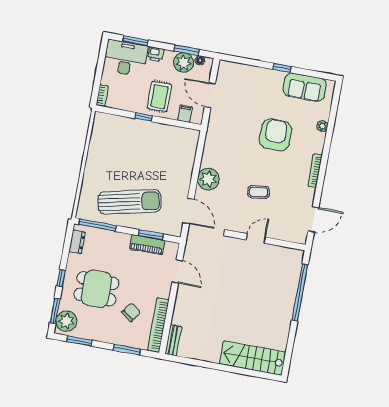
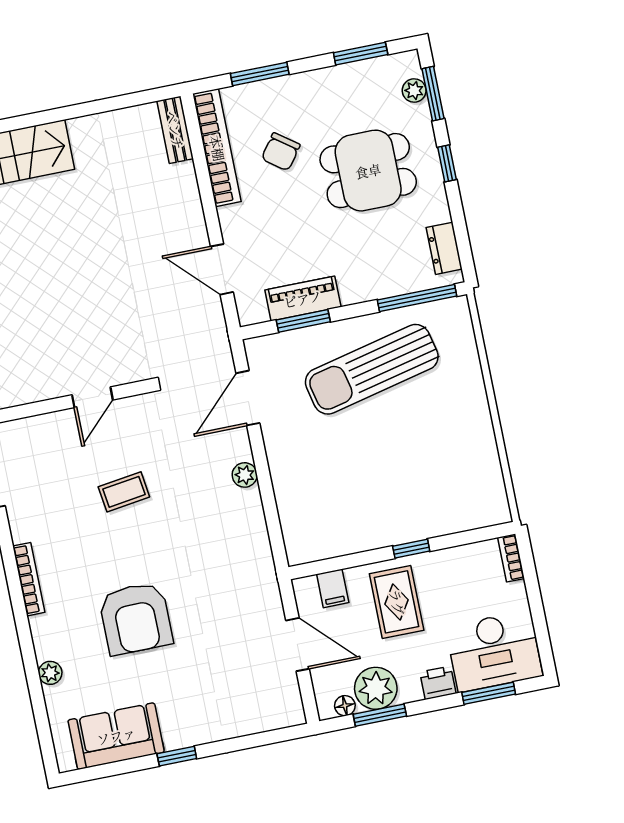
plant: (208, 179) -> (245, 475), width x0.53, depth x0.53
door: (188, 211) -> (248, 398), hinge flipped
plant: (66, 321) -> (414, 91), width x0.53, depth x0.53

